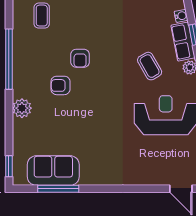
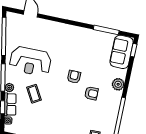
armchair: (80, 58) -> (74, 77), moved
sofa: (53, 171) -> (122, 52), moved, turned 90

